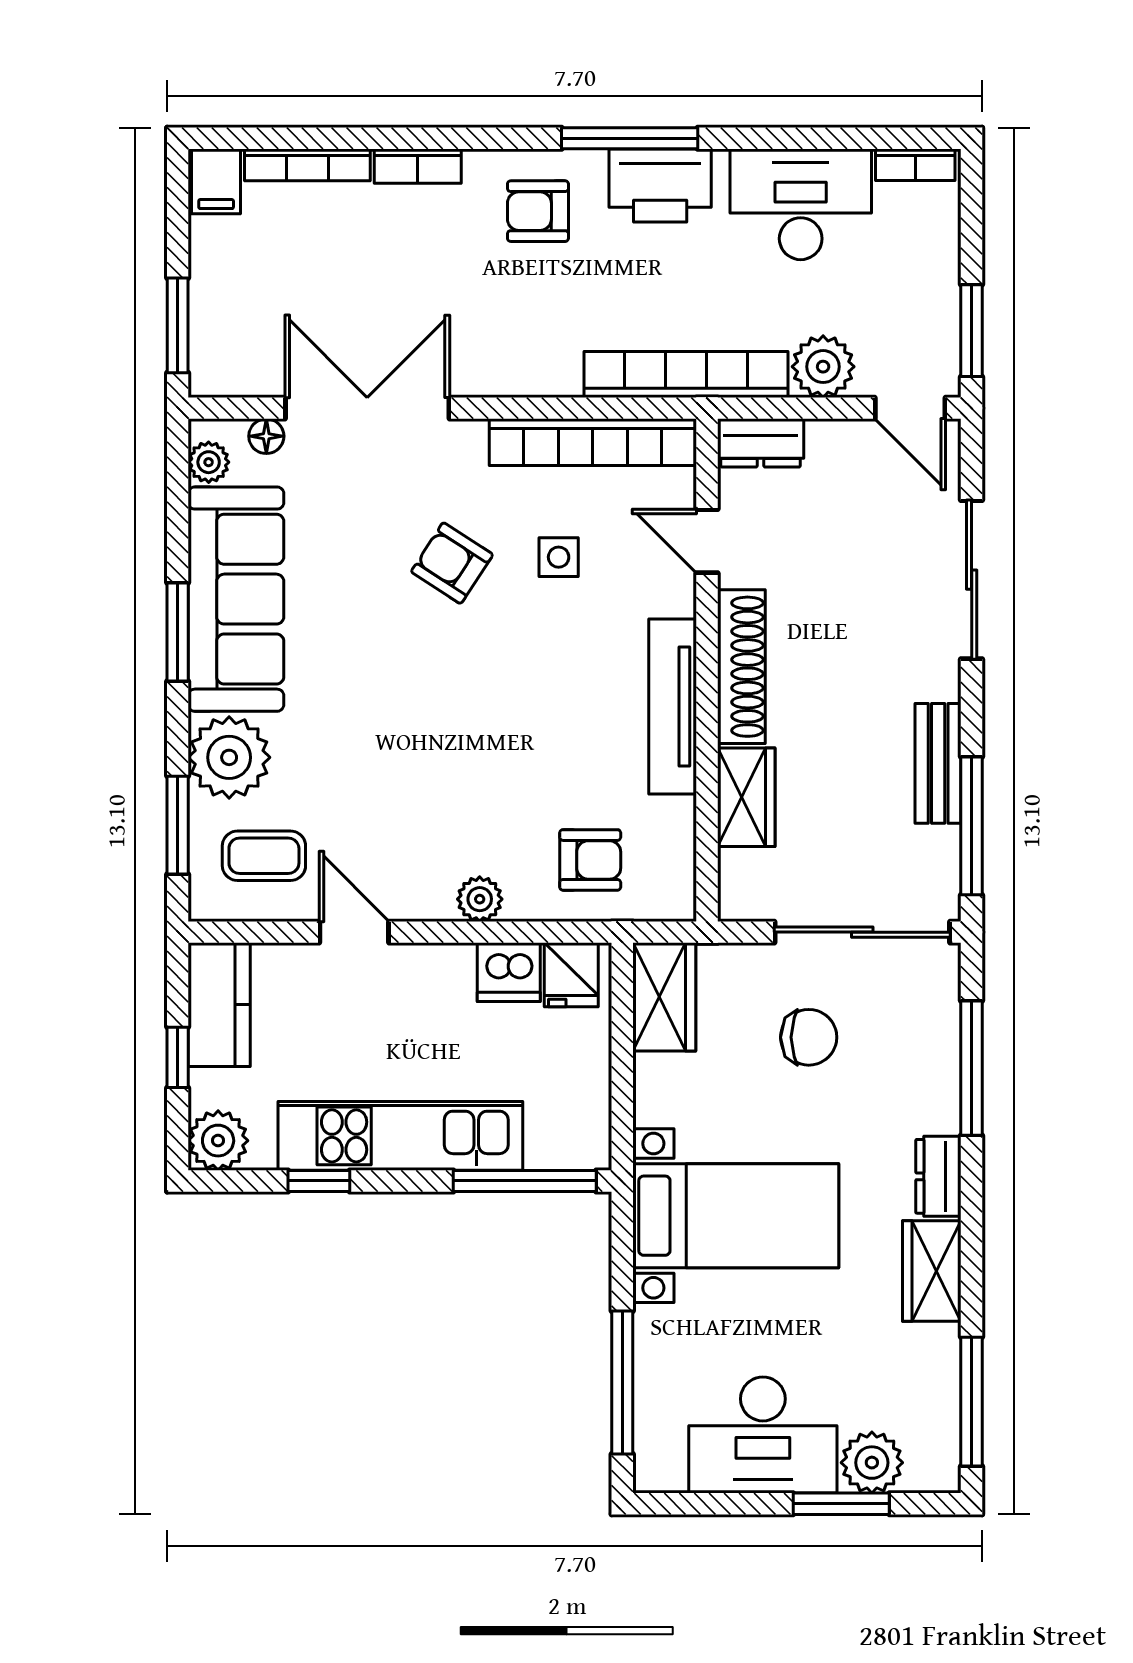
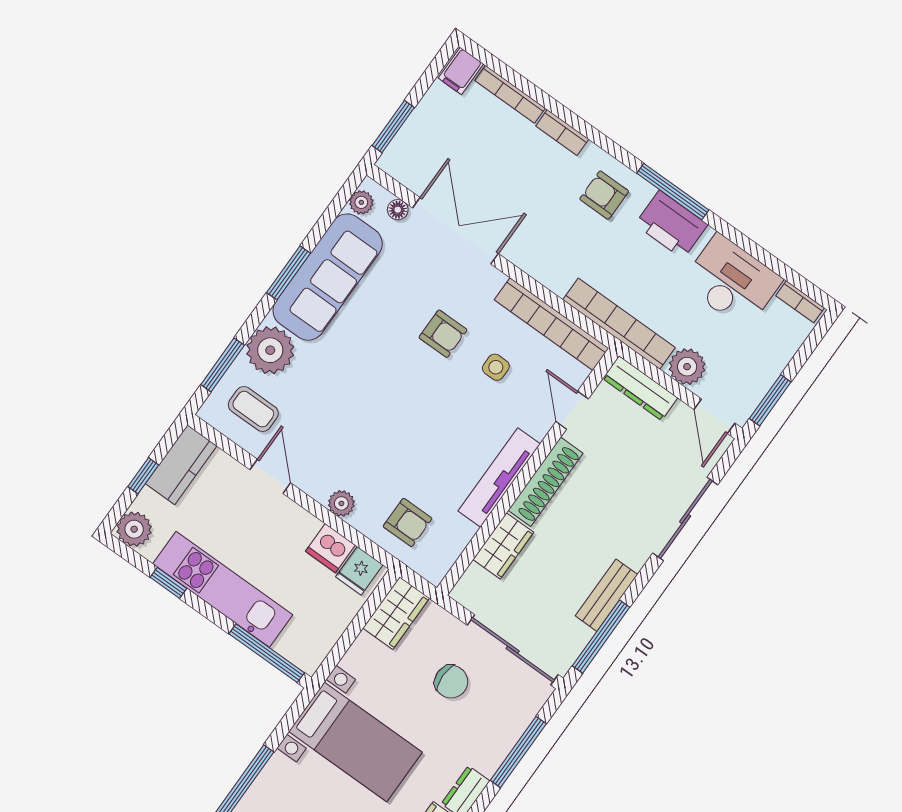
dresser: (761, 443) -> (640, 388), width x1.44
armchair: (452, 563) -> (443, 334), turned 147

